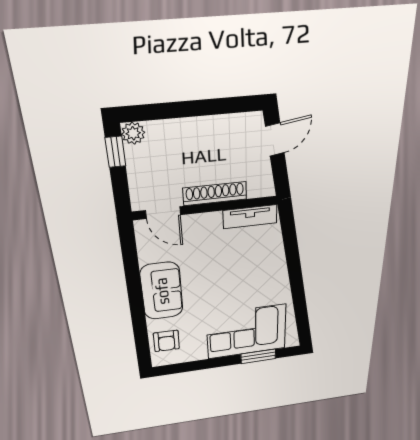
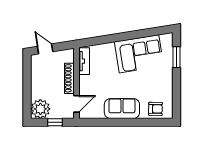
plant: (133, 133) -> (40, 109), width x1.88, depth x1.88
window: (115, 152) -> (55, 122), moved
corner sofa: (247, 332) -> (139, 54), moved, turned -99

